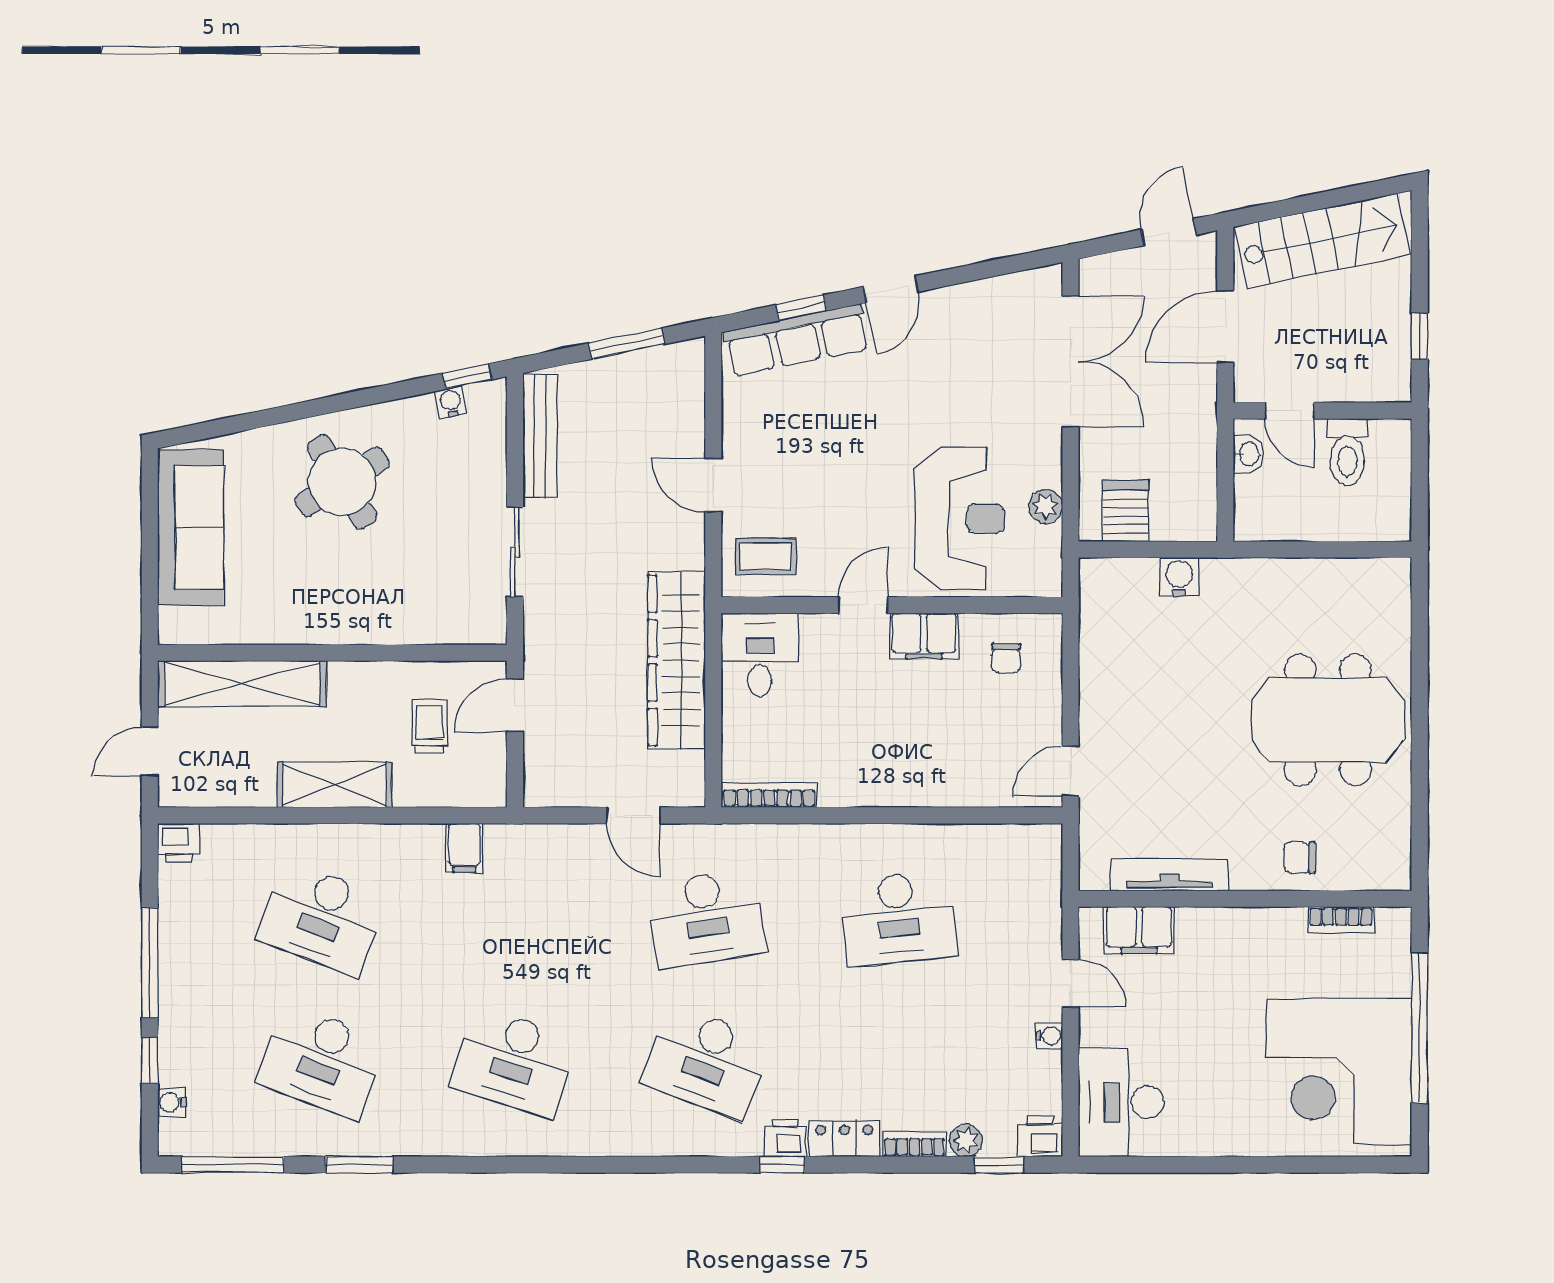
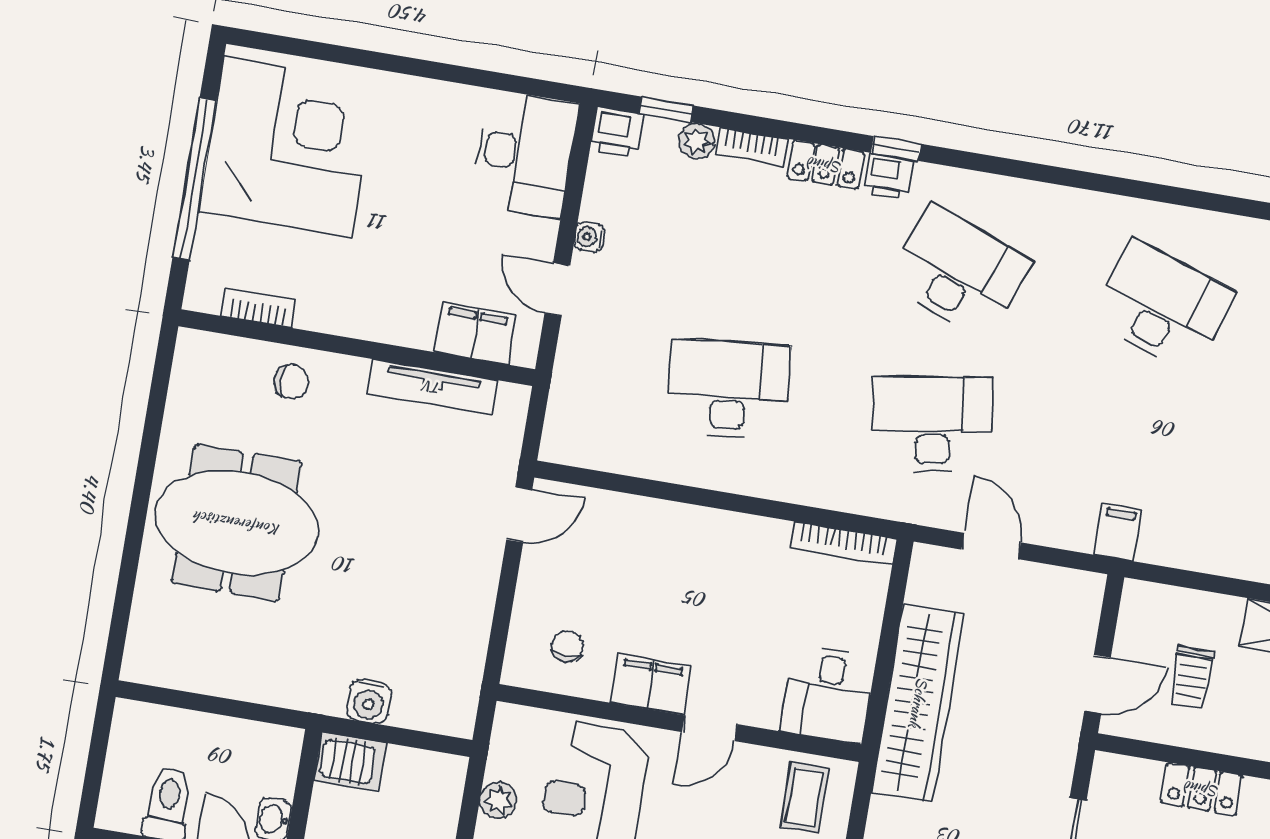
server rack: (1125, 511) -> (350, 762), moved, turned -90
coffee table: (766, 556) -> (804, 797), turned 90
locker: (403, 626) -> (1202, 789), added
filing cabinet: (464, 848) -> (1118, 532), moved

